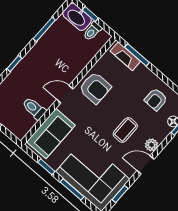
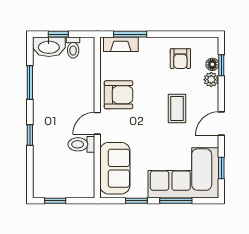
toilet: (34, 108) -> (81, 144), moved
plant: (151, 145) -> (211, 80), moved

